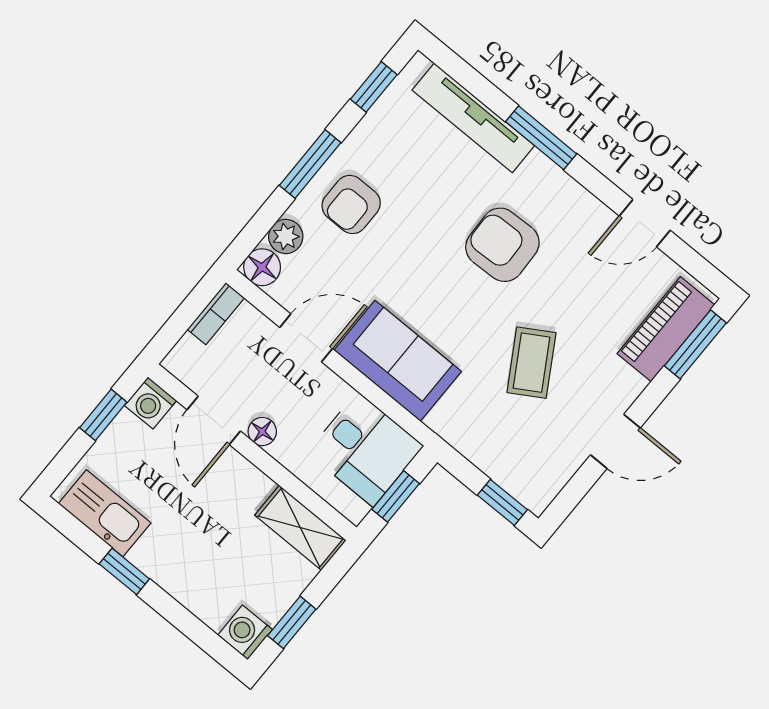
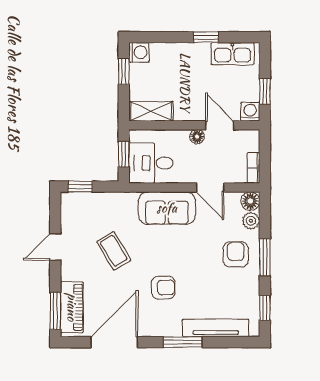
door: (645, 223) -> (114, 342), width x1.87
armchair: (502, 245) -> (163, 288), width x0.72, depth x0.72
door: (306, 338) -> (210, 188), hinge flipped

